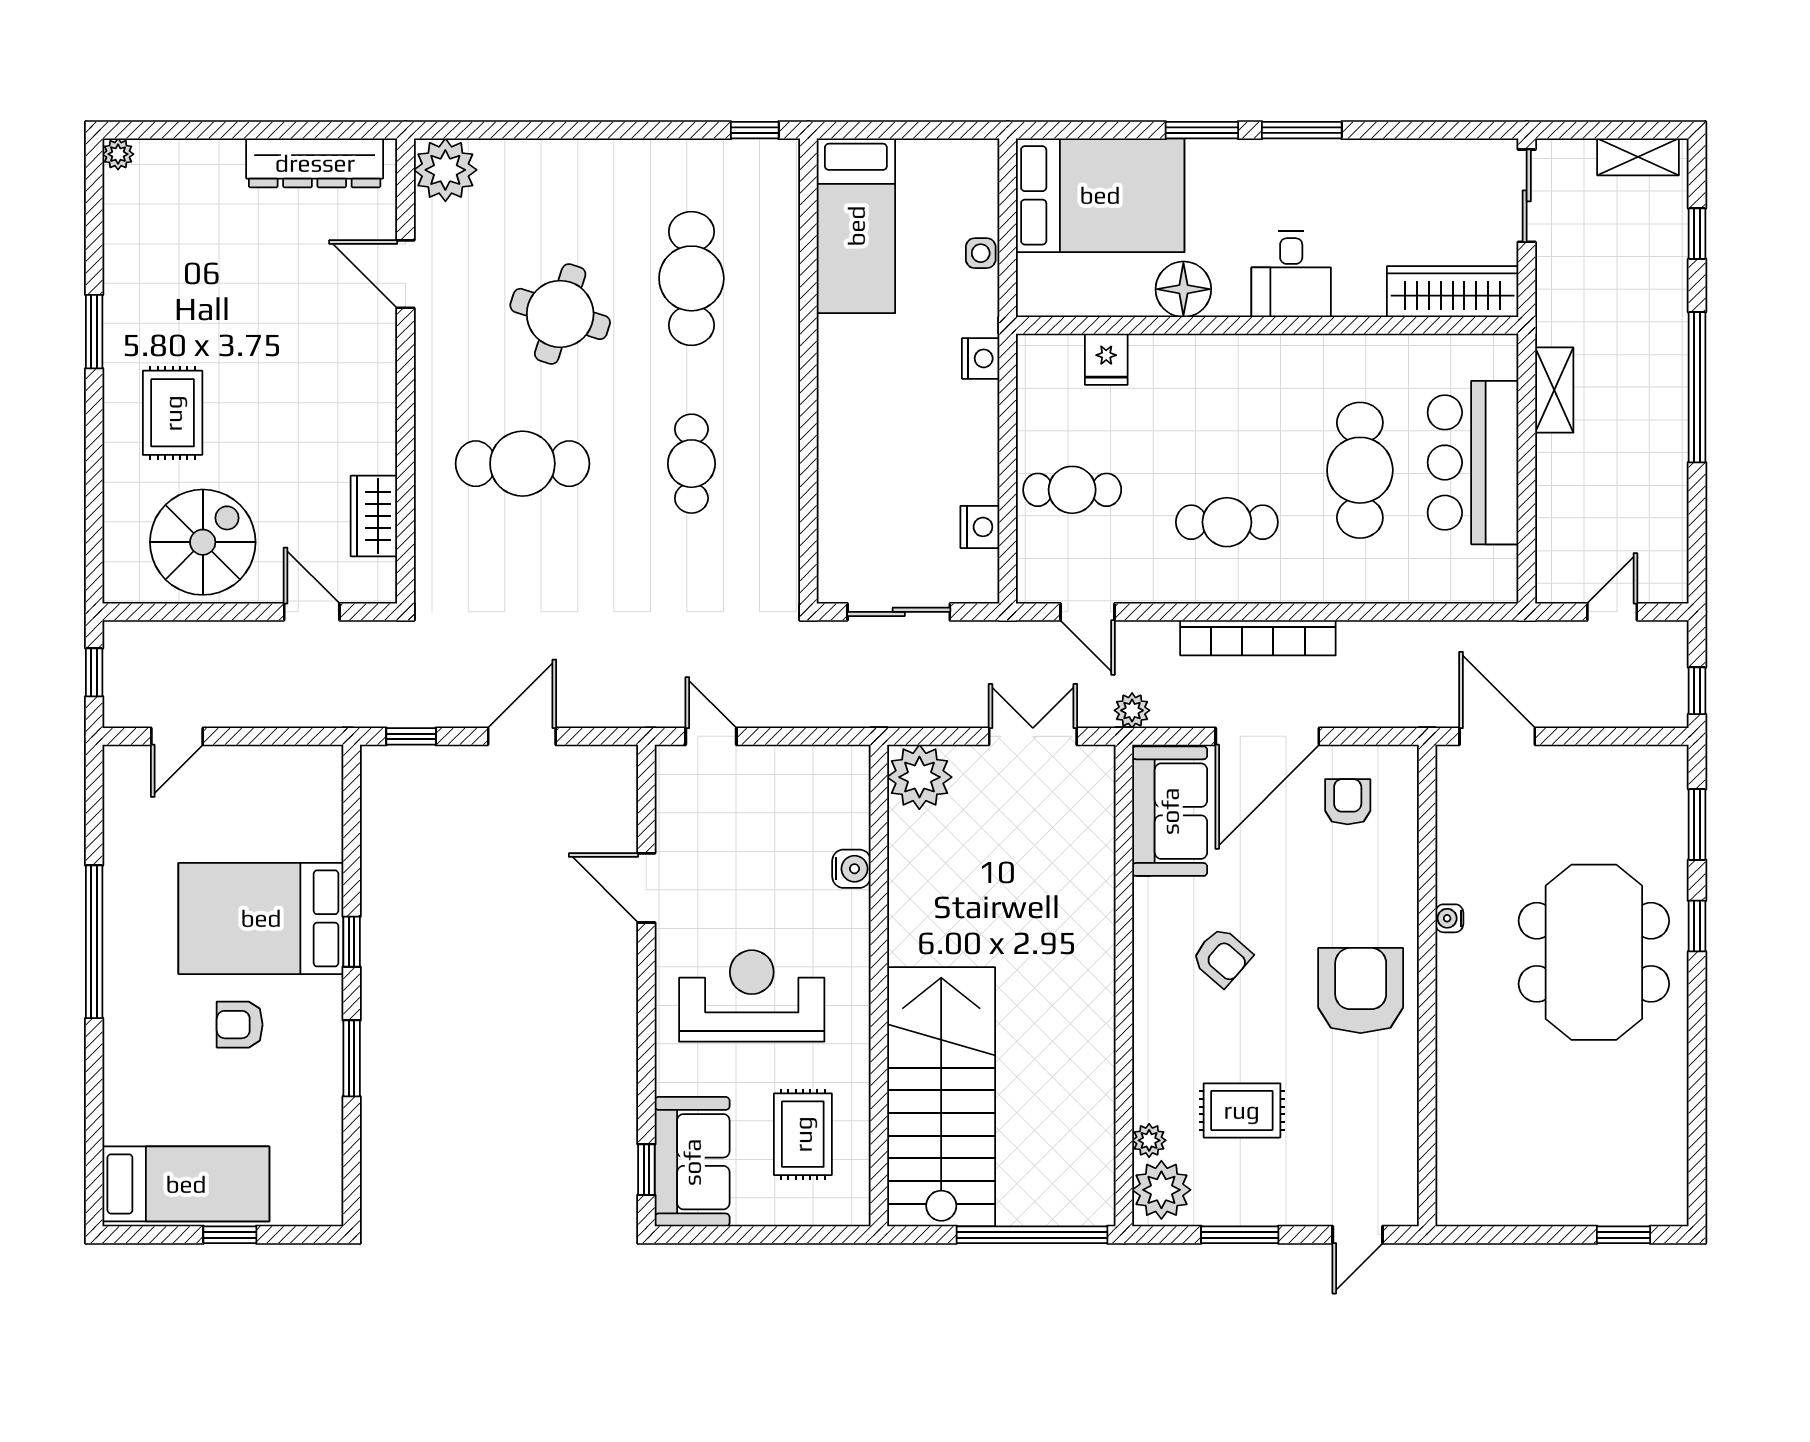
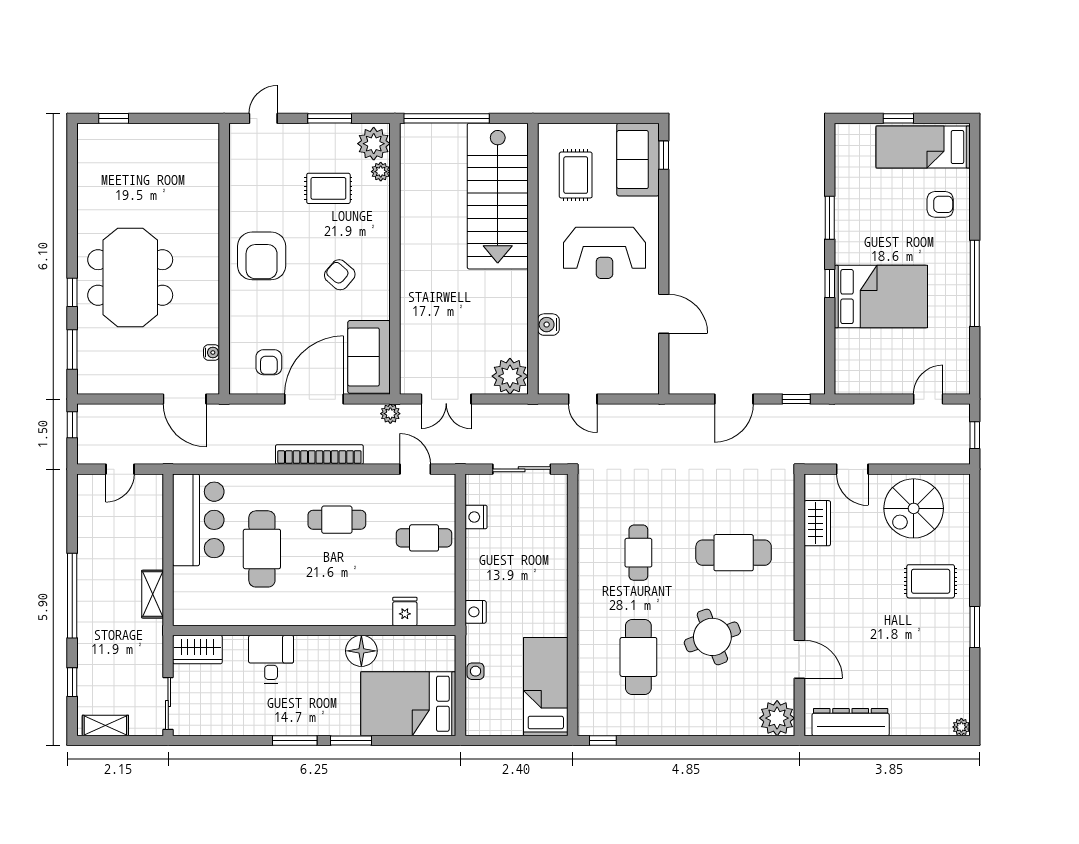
desk: (1291, 274) -> (271, 659), moved
wardrobe: (1453, 292) -> (197, 650), width x0.67
round table: (560, 314) -> (712, 637), turned -38
rug: (173, 413) -> (931, 581), turned 90
bar counter: (1473, 463) -> (198, 520), moved
door: (711, 736) -> (583, 399), moved
water cooler: (1449, 918) -> (212, 352), moved
armchair: (240, 1025) -> (940, 204), moved

